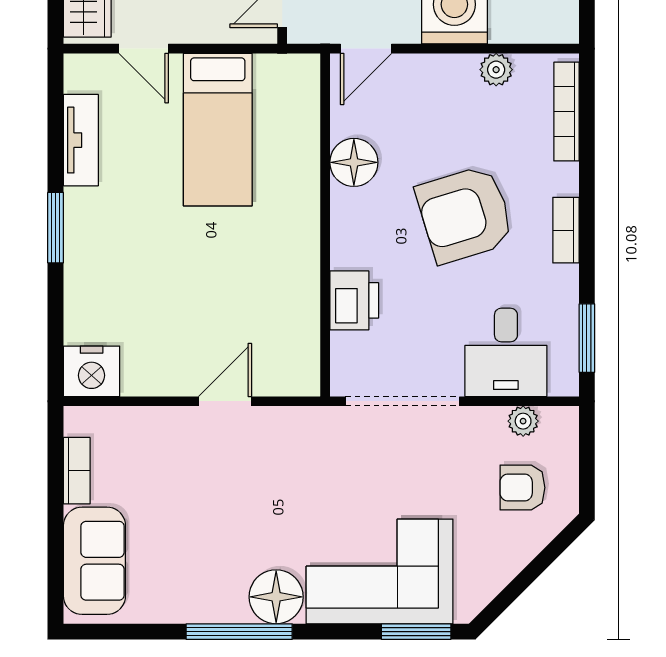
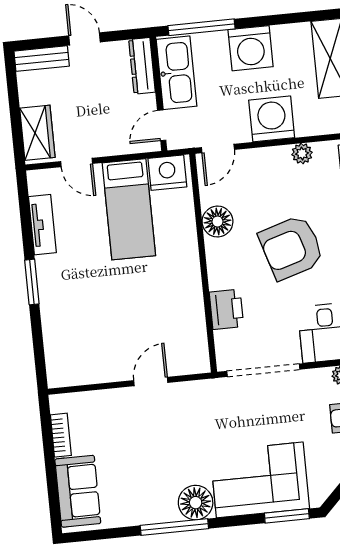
nightstand: (92, 371) -> (167, 173), moved, turned 180

